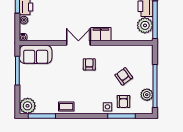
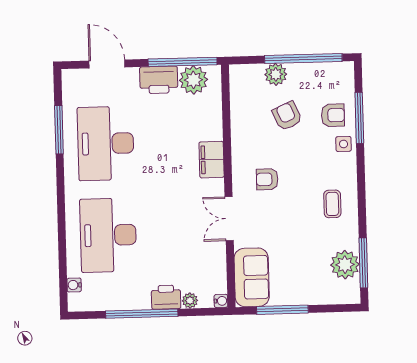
double door: (78, 43) -> (229, 219), moved
armchair: (124, 76) -> (287, 116), turned 102
plant: (147, 95) -> (276, 74), moved
plant: (28, 106) -> (345, 265), moved
coffee table: (66, 107) -> (332, 204), moved

